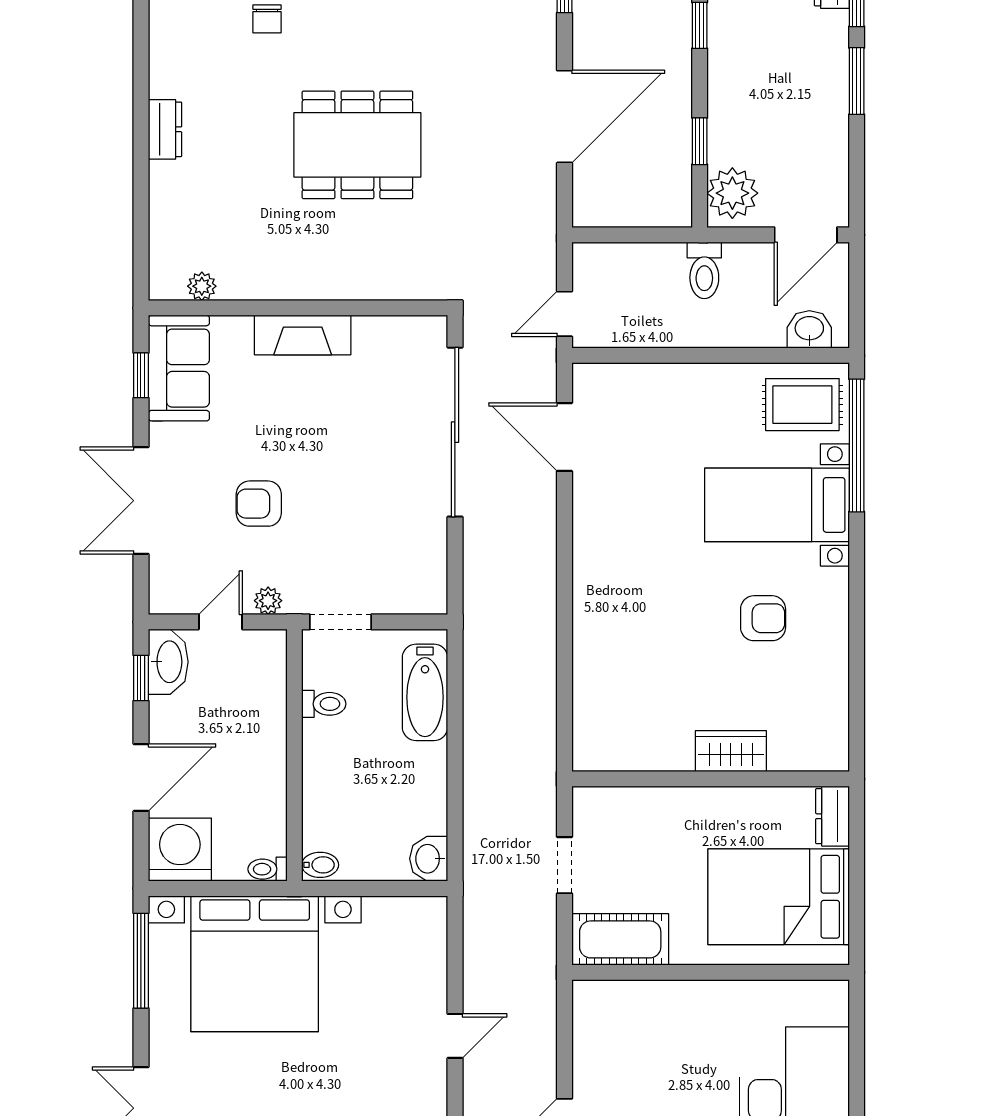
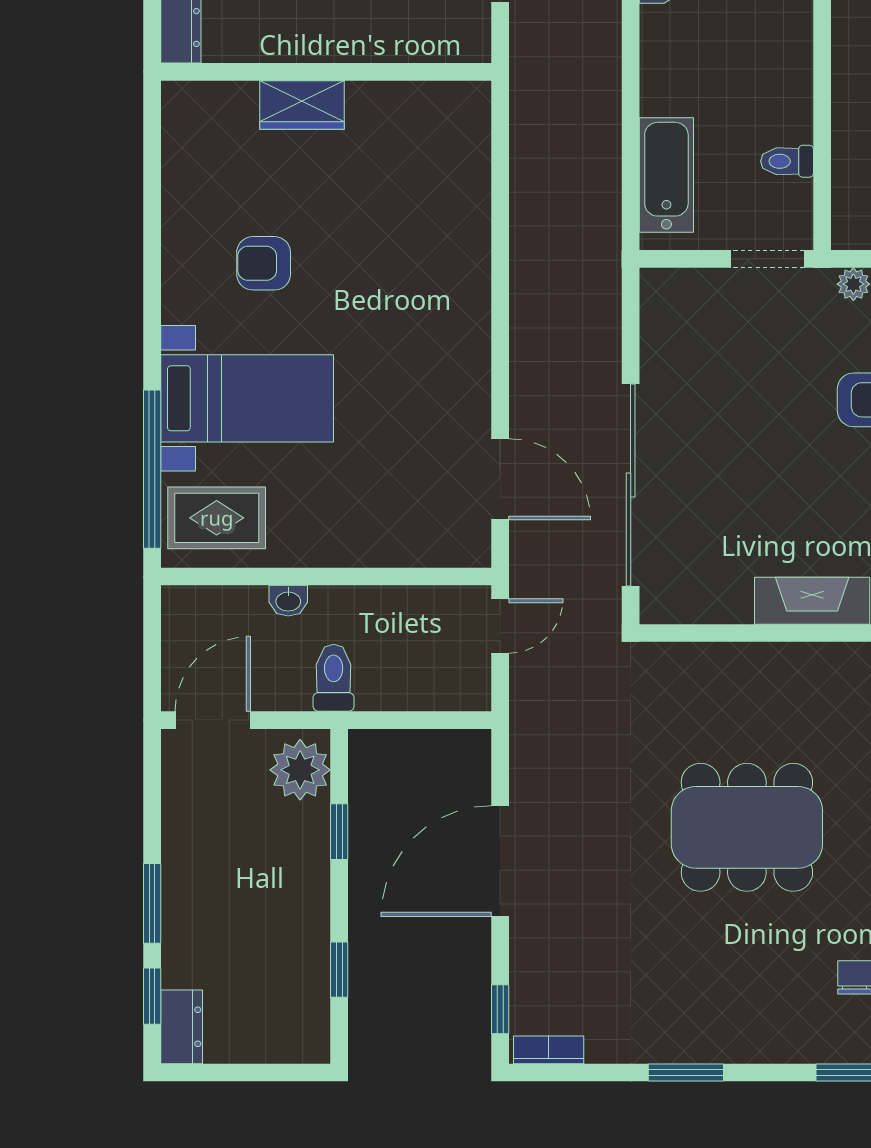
washbasin: (809, 329) -> (288, 601), moved, width x0.72, depth x0.69

